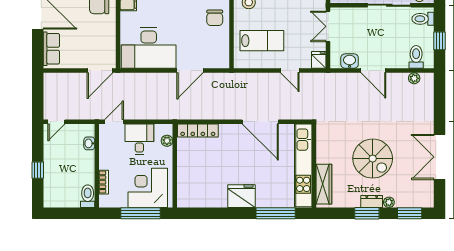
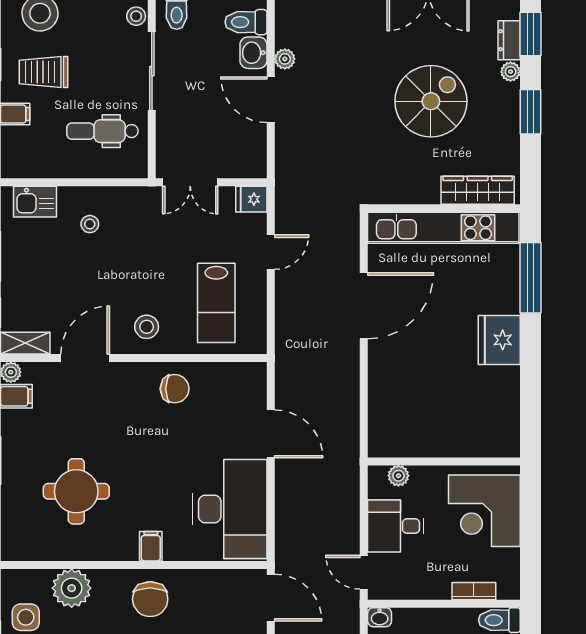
lab bench: (262, 41) -> (216, 303), turned 180
washbasin: (350, 61) -> (253, 53), moved
door: (373, 71) -> (271, 100), swing flipped
plant: (414, 78) -> (285, 59), moved
locker: (198, 130) -> (380, 419), removed
washbasin: (89, 143) -> (380, 617), moved
dresser: (372, 201) -> (509, 40), moved
window: (140, 213) -> (531, 524), removed

